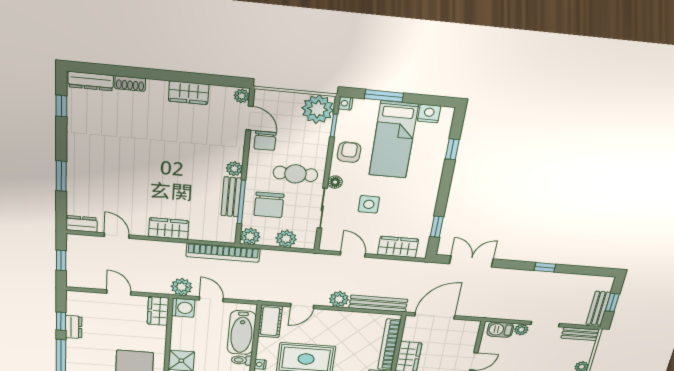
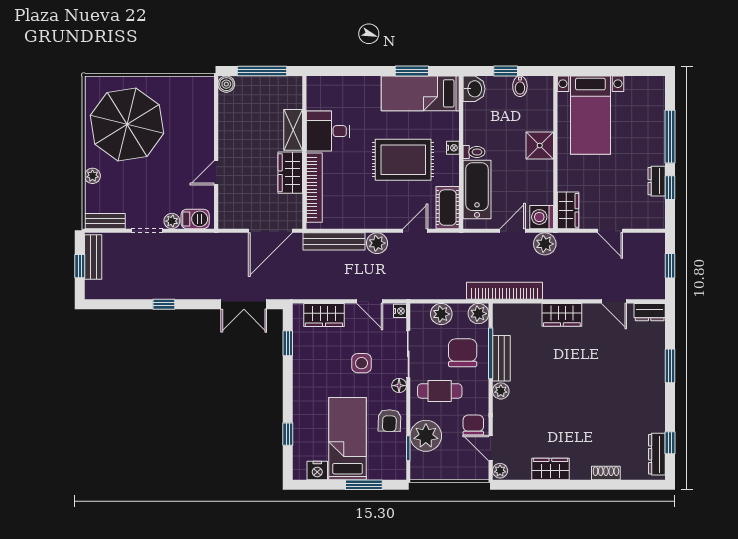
dresser: (91, 81) -> (657, 454), moved, turned -90
nightstand: (345, 103) -> (400, 311), moved
plant: (318, 109) -> (426, 436), moved
door: (211, 299) -> (513, 231), swing flipped

